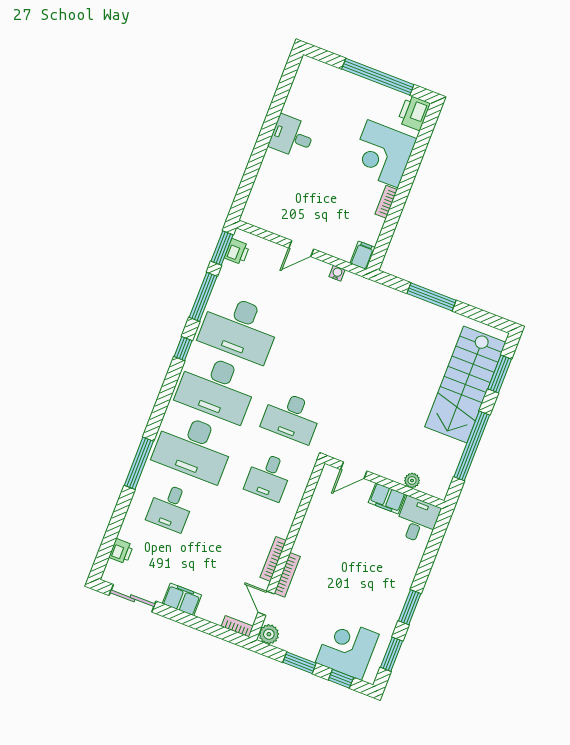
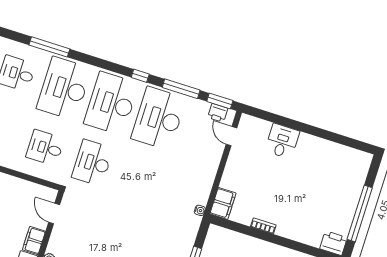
desk: (292, 136) -> (282, 141), moved
corner desk: (383, 154) -> (300, 221), removed
door: (301, 249) -> (231, 136), moved
filing cabinet: (363, 255) -> (223, 203), width x2.00
water cooler: (337, 273) -> (200, 210), moved

